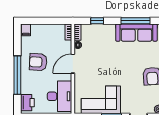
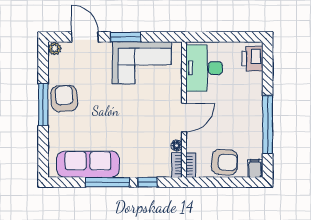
window: (136, 21) -> (108, 182), moved
armchair: (38, 62) -> (225, 162), moved
window: (17, 75) -> (268, 125), moved

